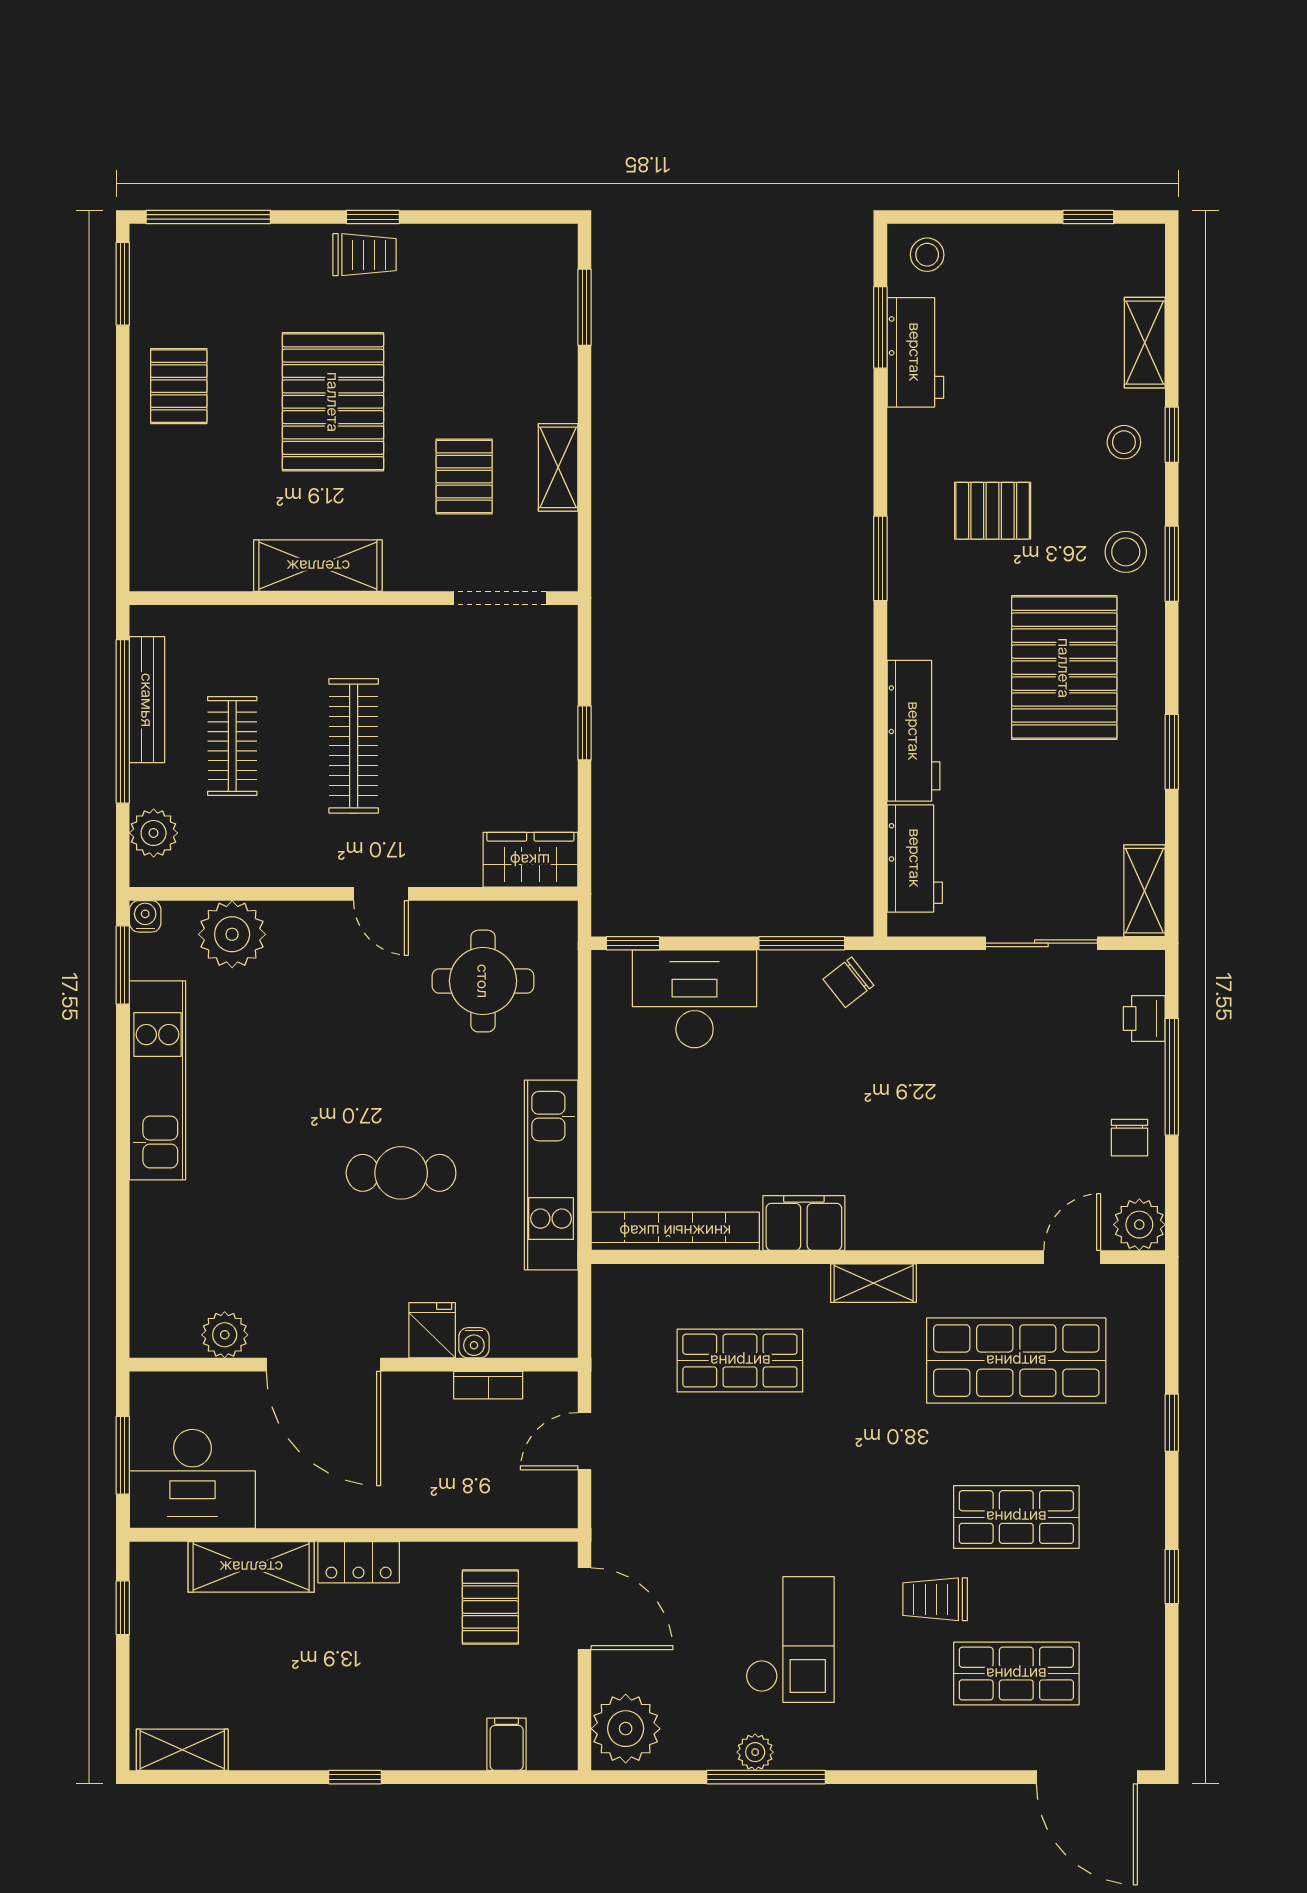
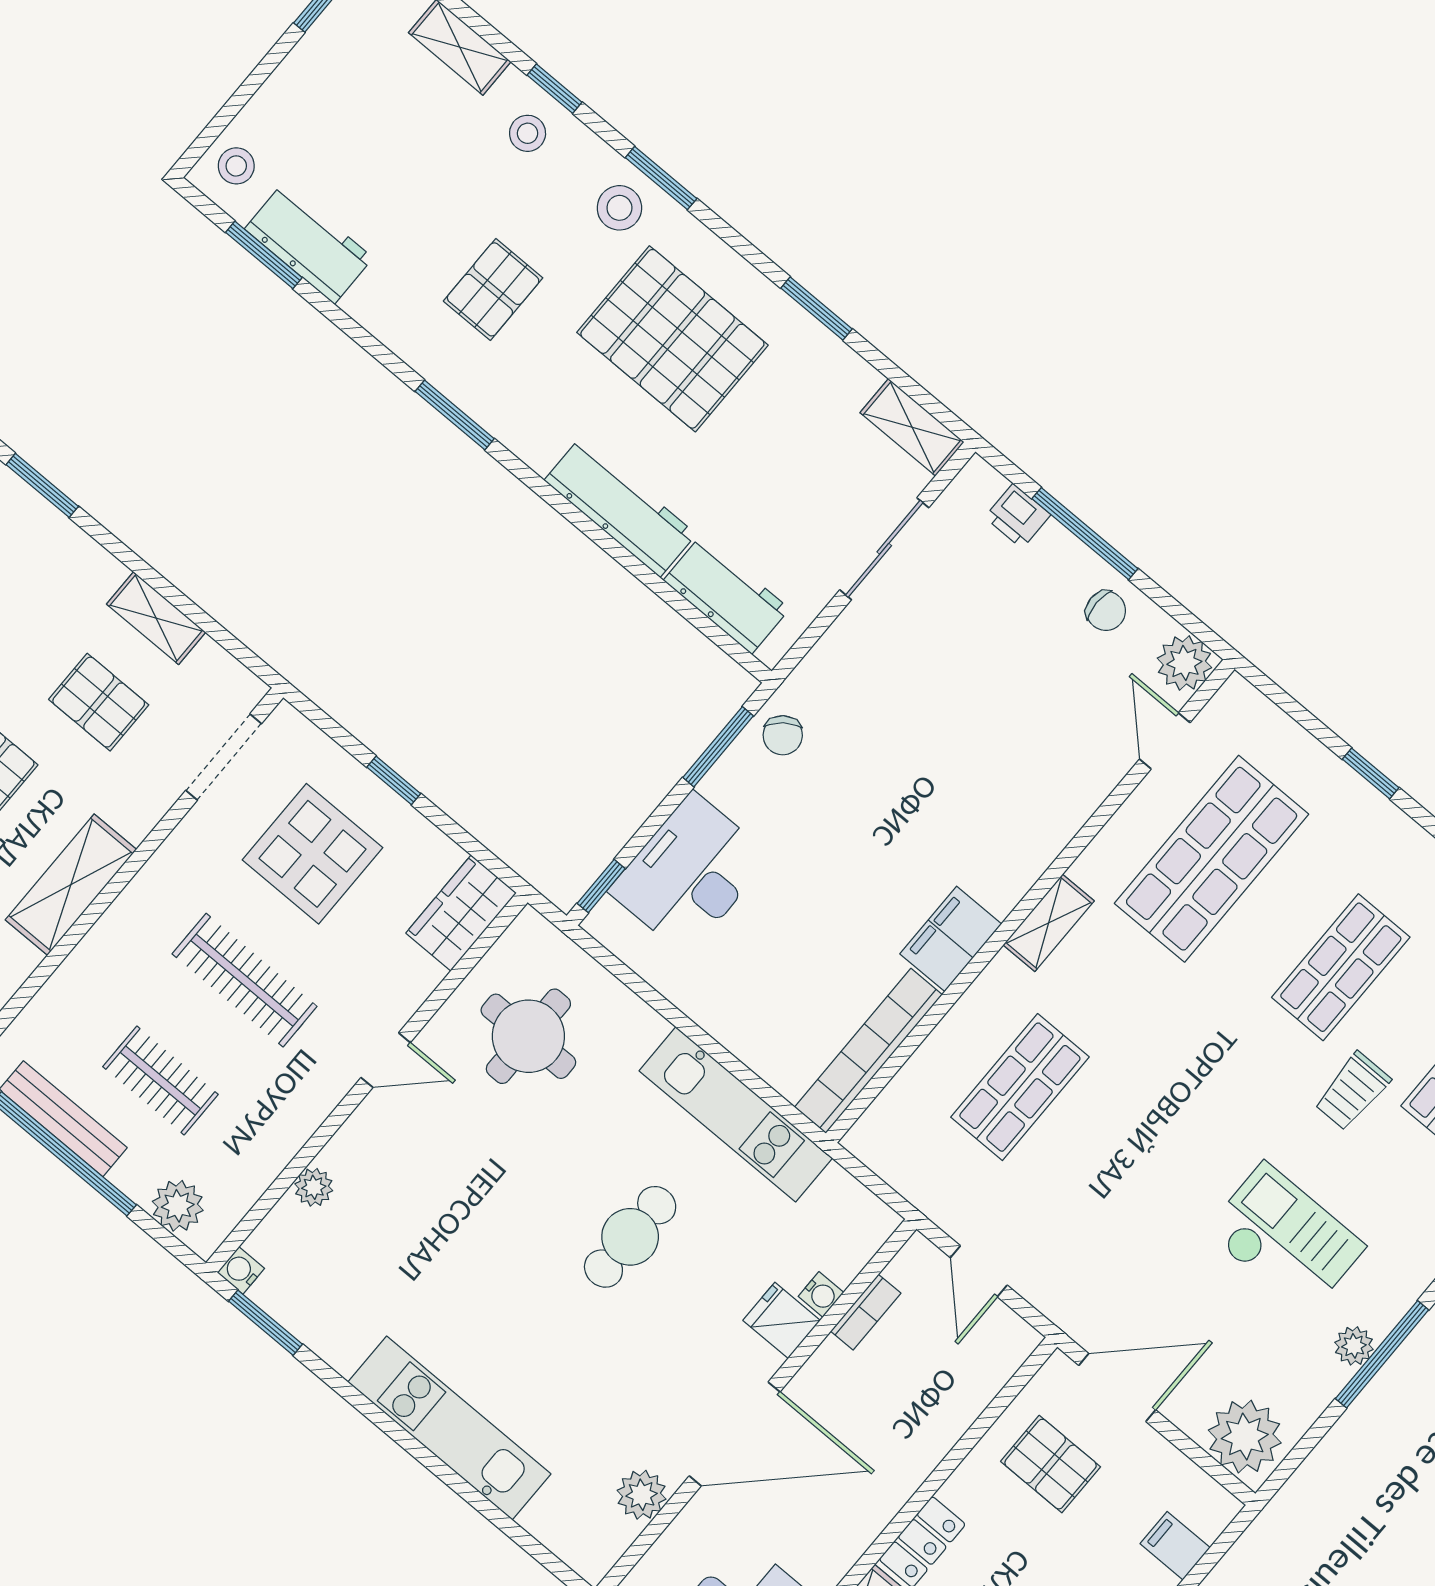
display table: (484, 719) -> (313, 854), added
plant: (232, 934) -> (314, 1187), width x0.53, depth x0.53
kitchen unit: (158, 1080) -> (449, 1428), moved

